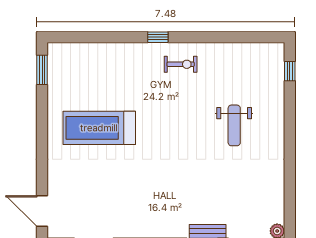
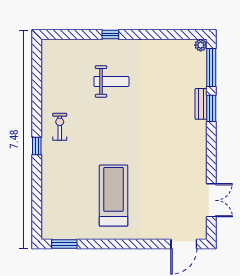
window: (290, 71) -> (110, 34), moved
treadmill: (99, 128) -> (114, 196), turned 180

